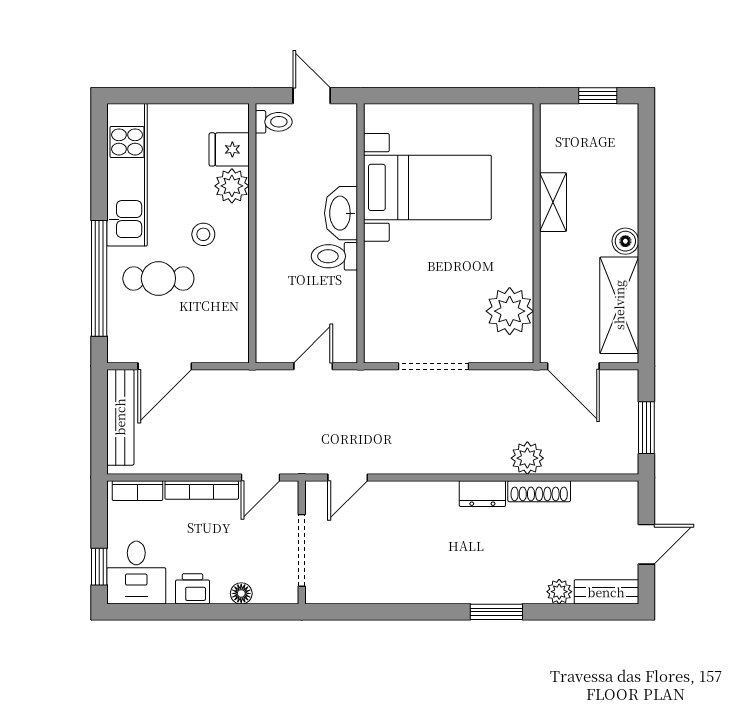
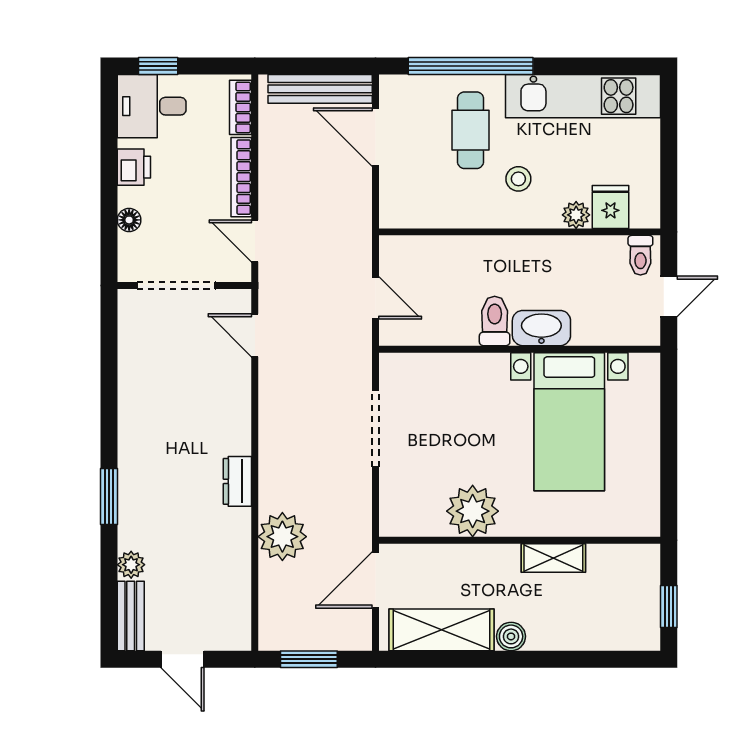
plant: (232, 186) -> (576, 215), width x0.73, depth x0.73
plant: (510, 311) -> (473, 511), moved
plant: (527, 458) -> (282, 537), width x1.36, depth x1.36
shoe rack: (539, 491) -> (240, 543), removed

